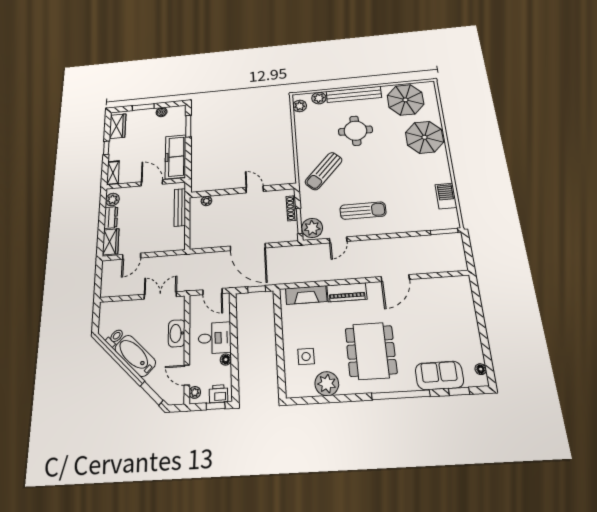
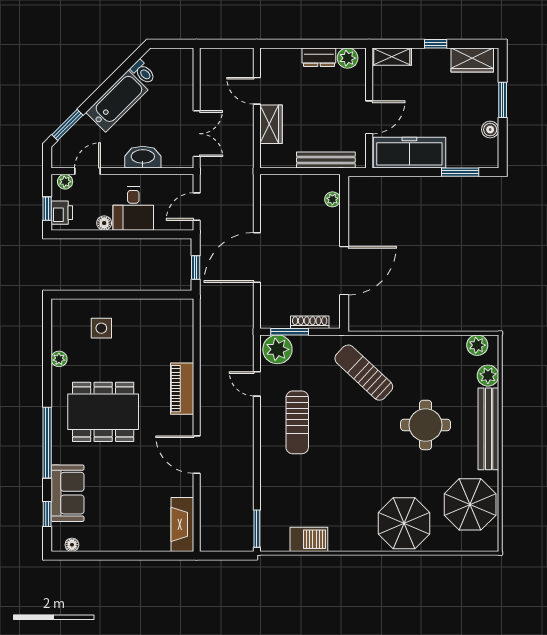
door: (255, 189) -> (344, 271), width x1.87
wardrobe: (111, 242) -> (271, 124), moved, turned -90
fireplace: (306, 295) -> (182, 524), moved
plant: (327, 384) -> (59, 359), width x0.53, depth x0.53

